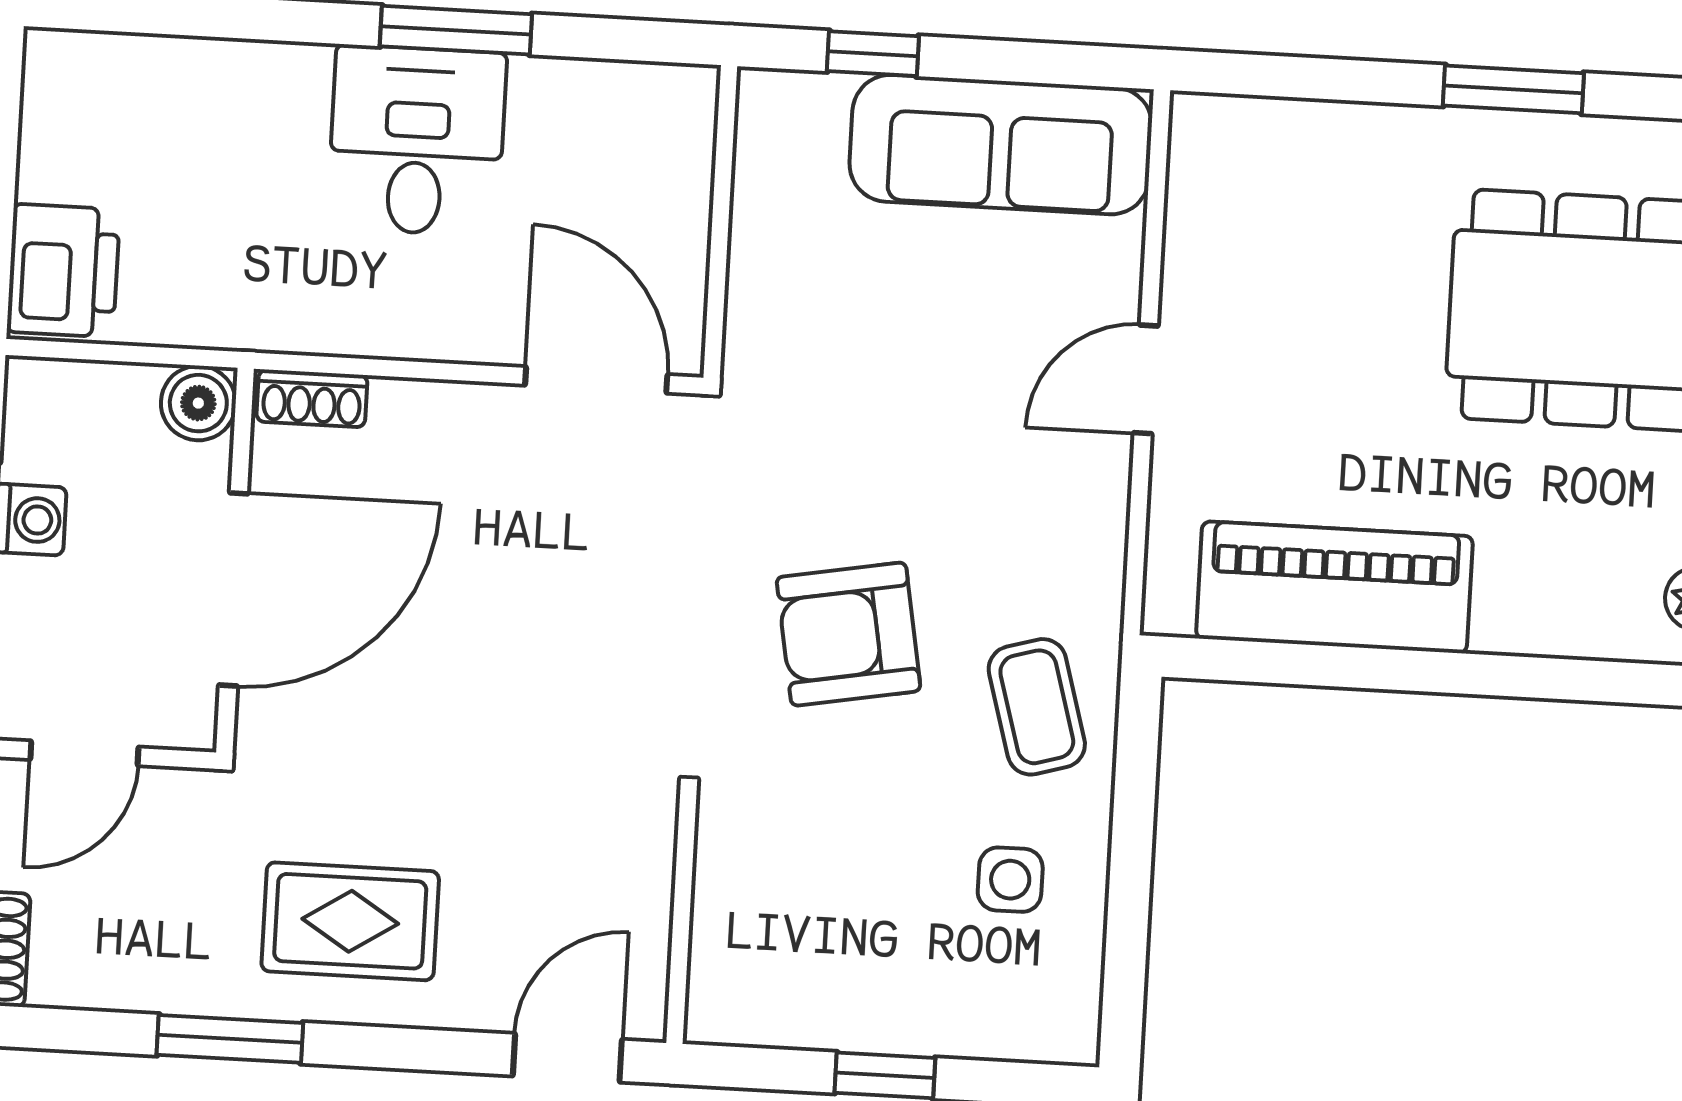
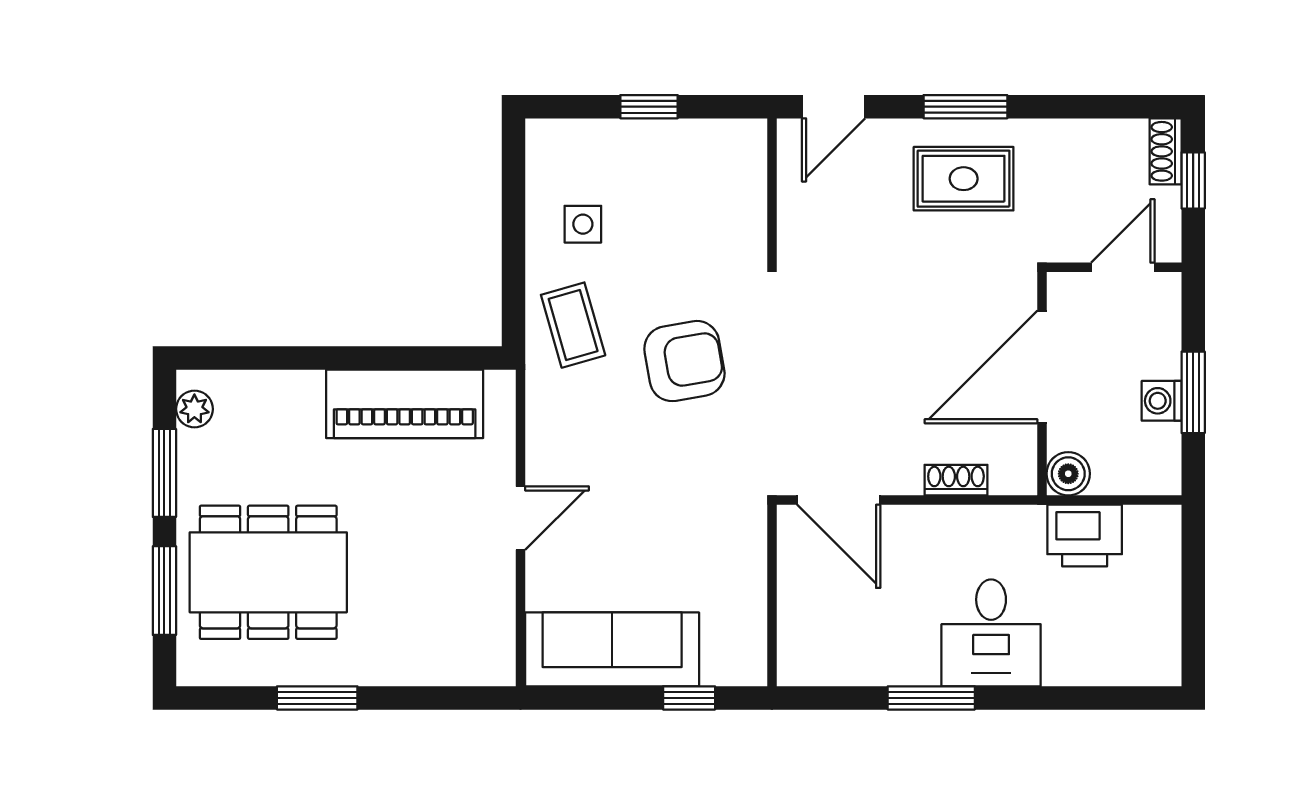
desk: (417, 141) -> (991, 633), moved
printer: (63, 271) -> (1085, 536), moved, turned -90
shoe rack: (312, 398) -> (956, 480), moved
window: (230, 1039) -> (965, 107), moved

